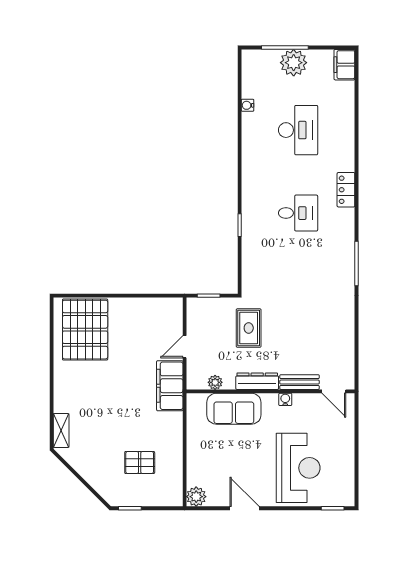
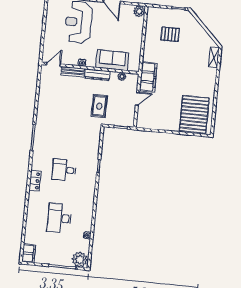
plant: (294, 63) -> (80, 260), moved
door: (334, 391) -> (53, 65), hinge flipped

